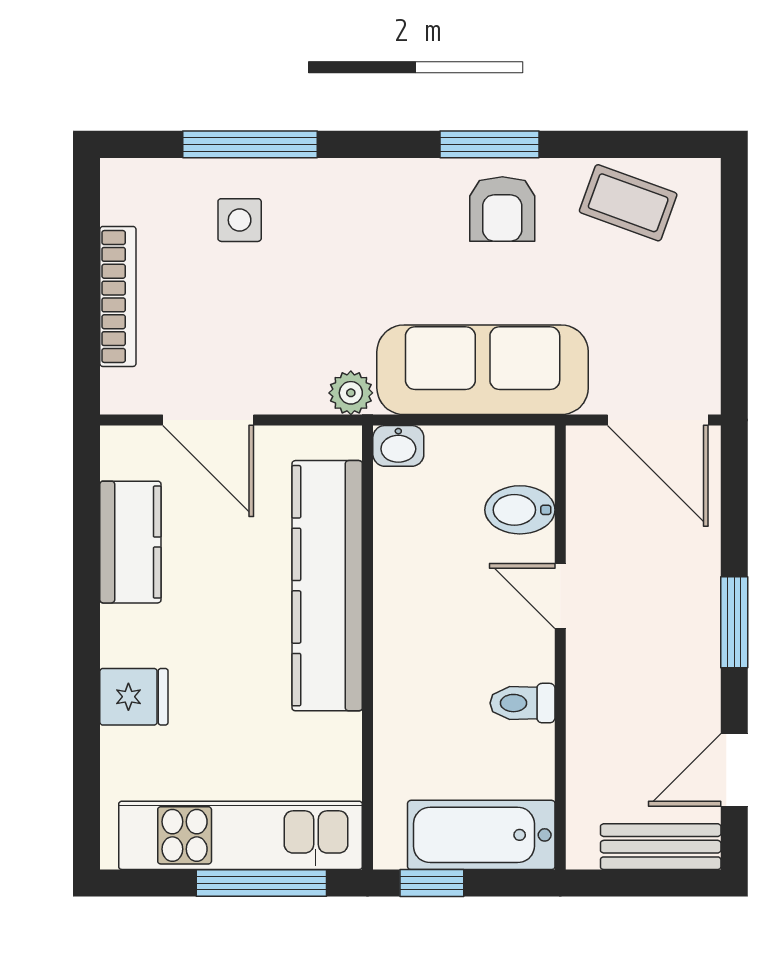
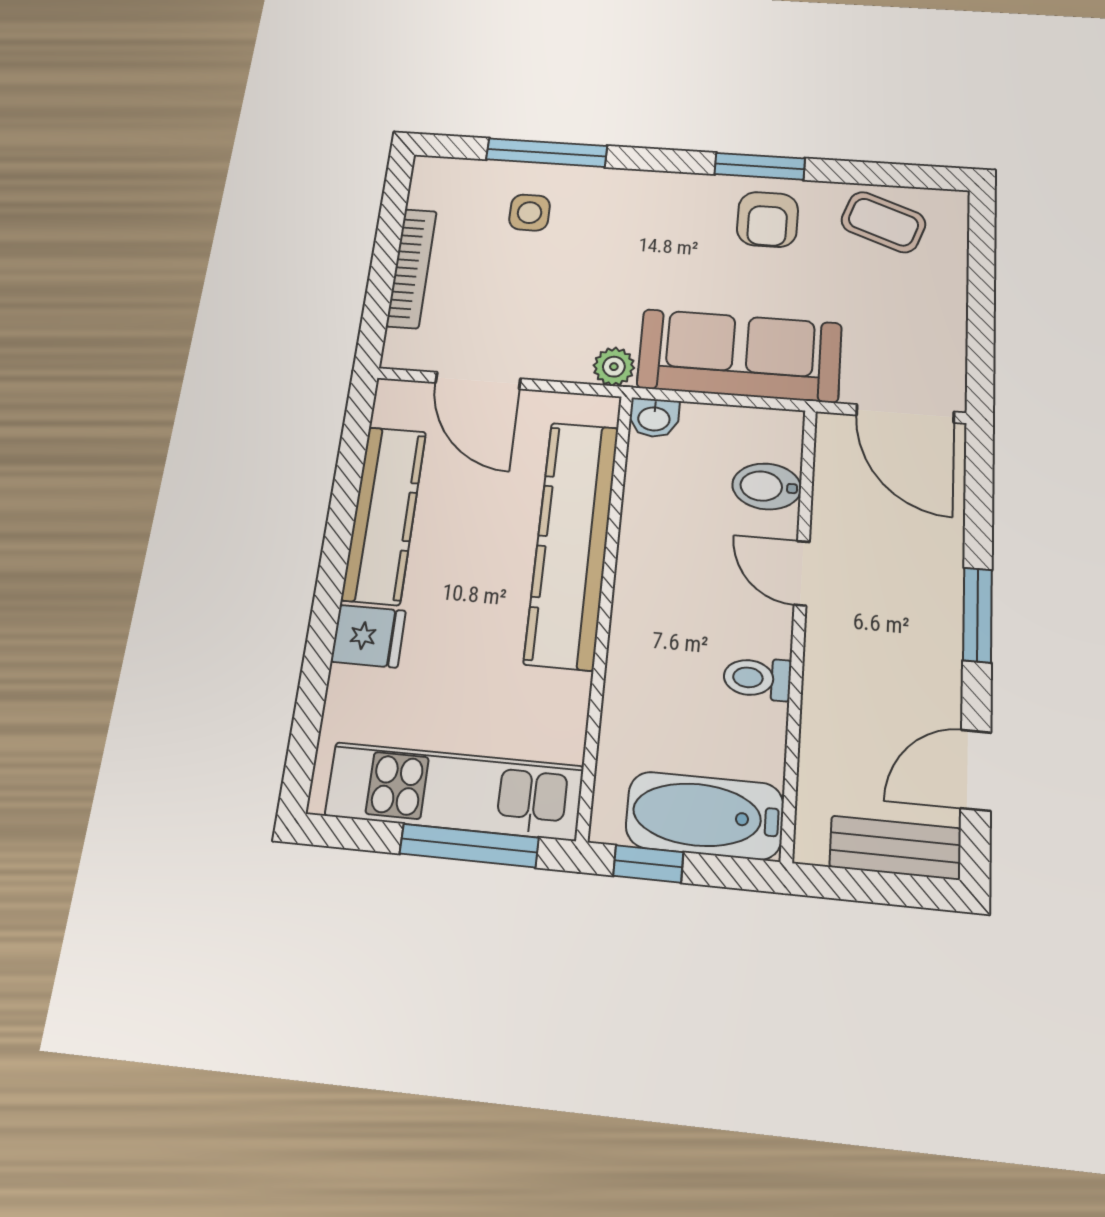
kitchen counter: (130, 542) -> (384, 515), width x1.50

